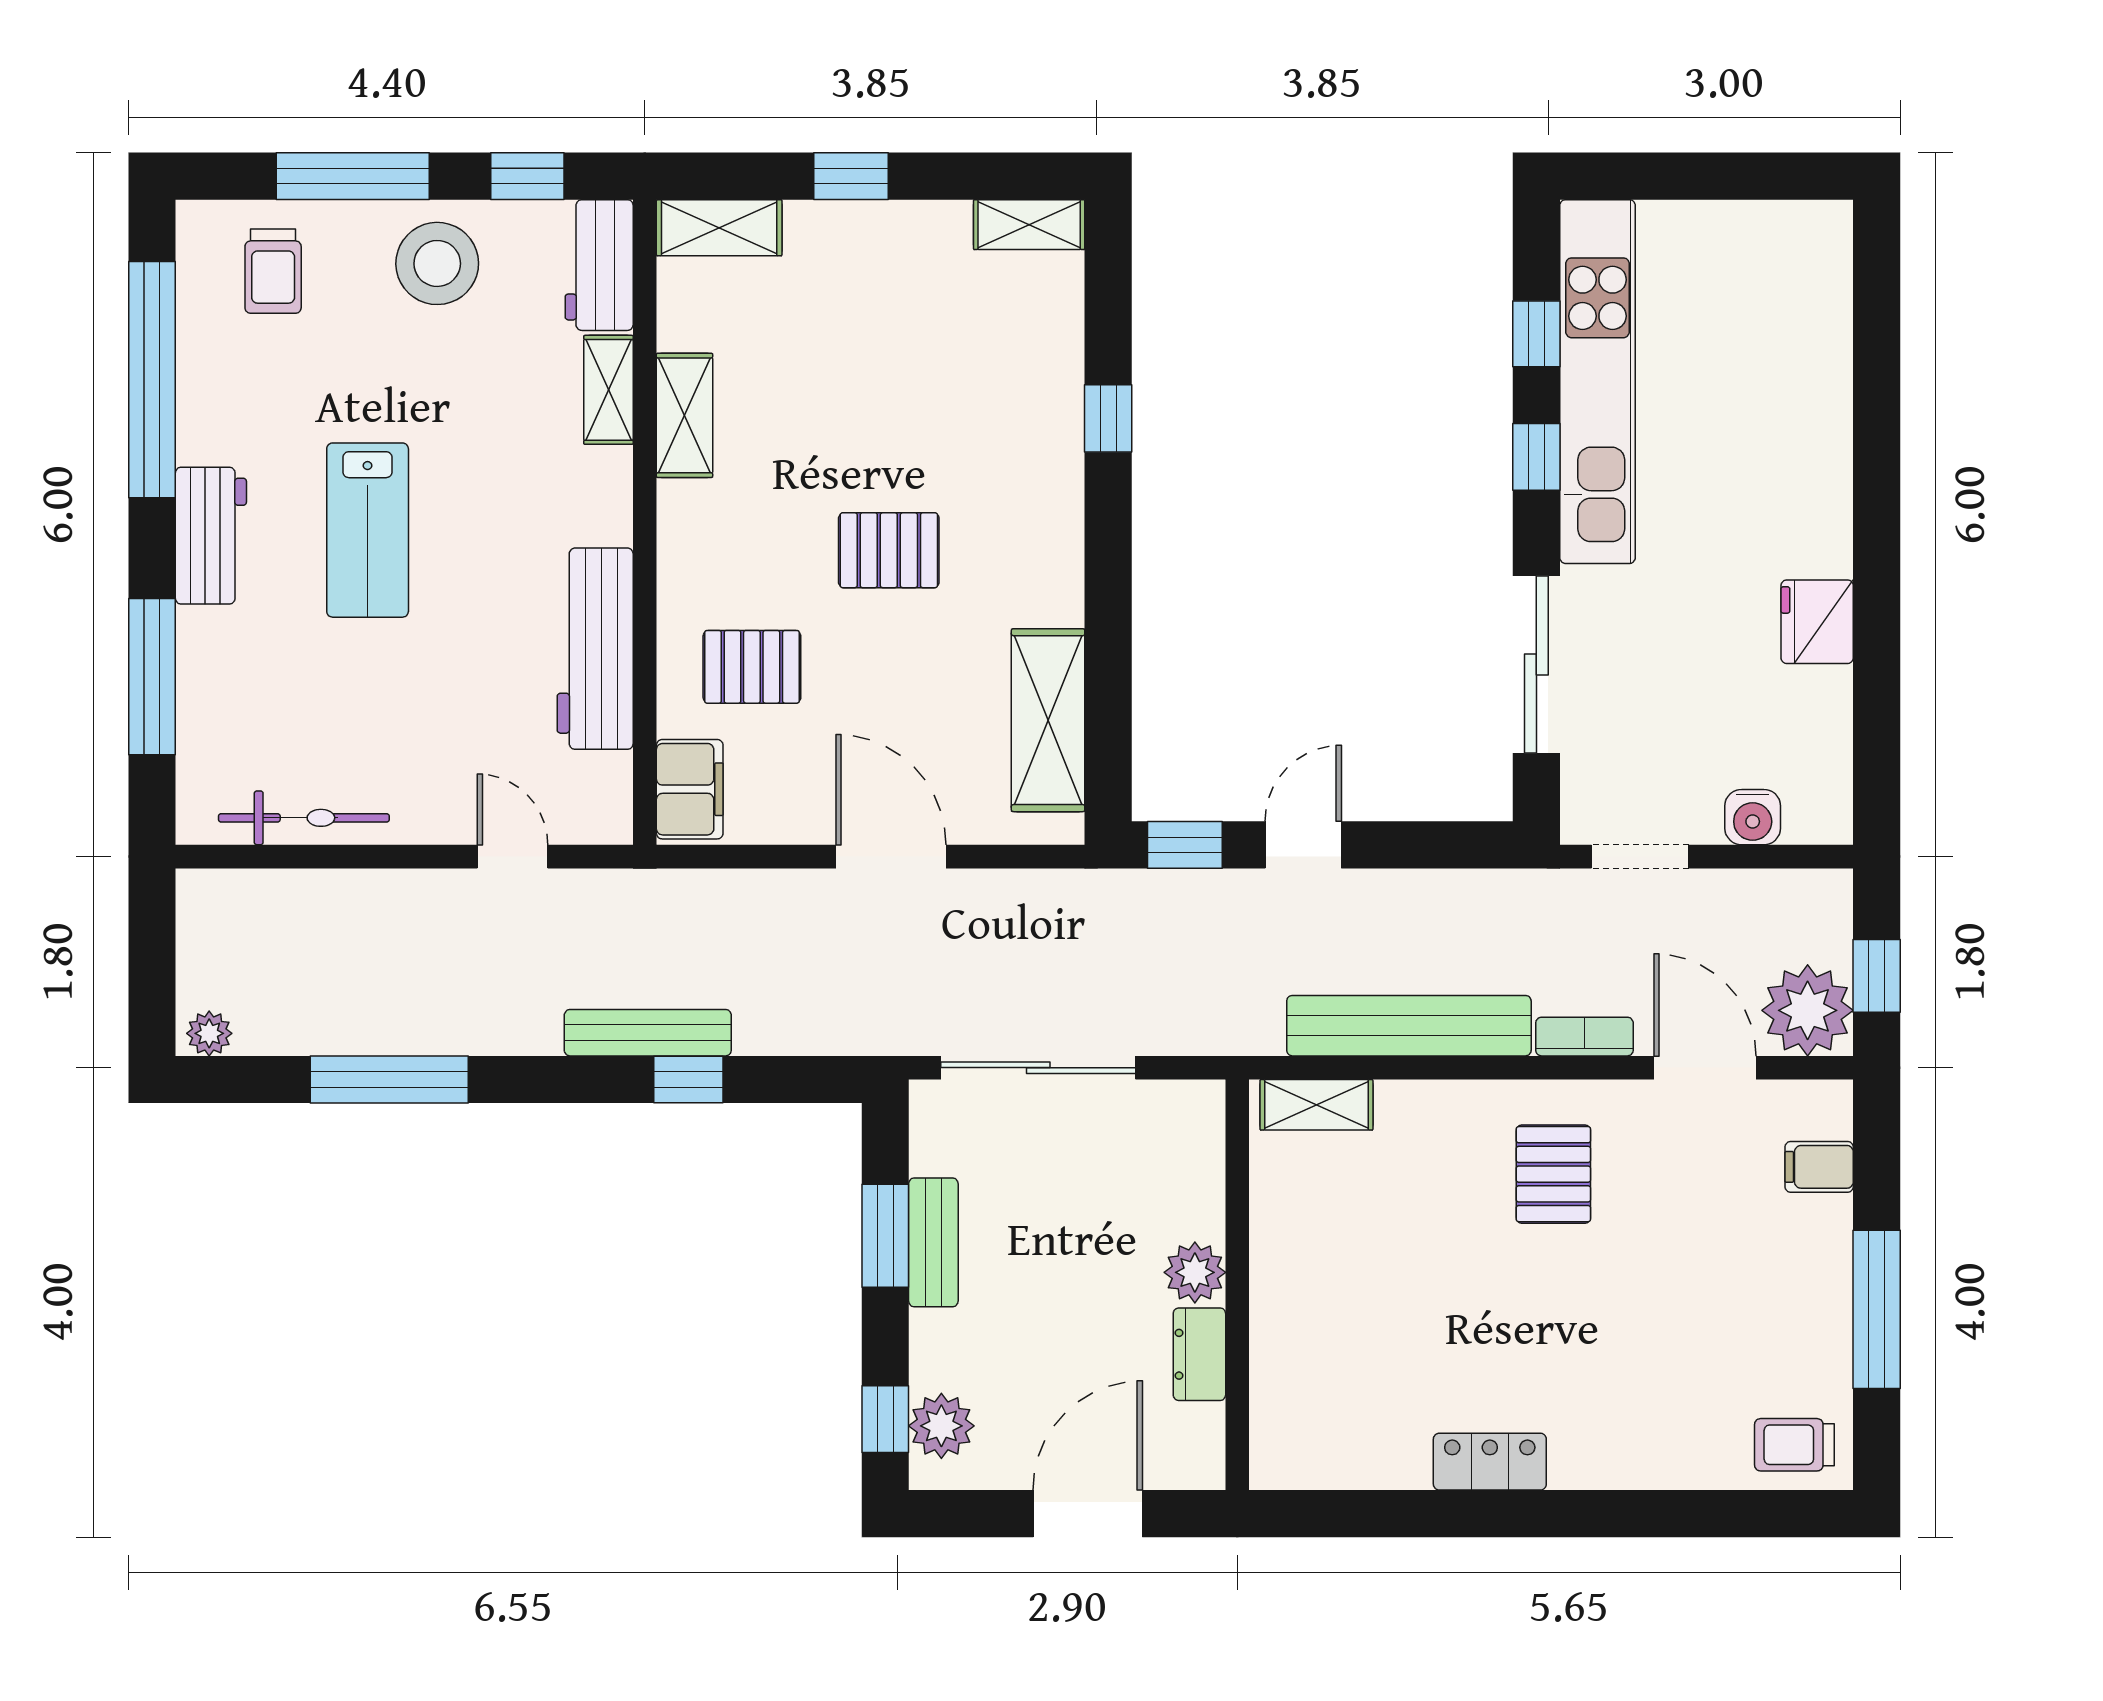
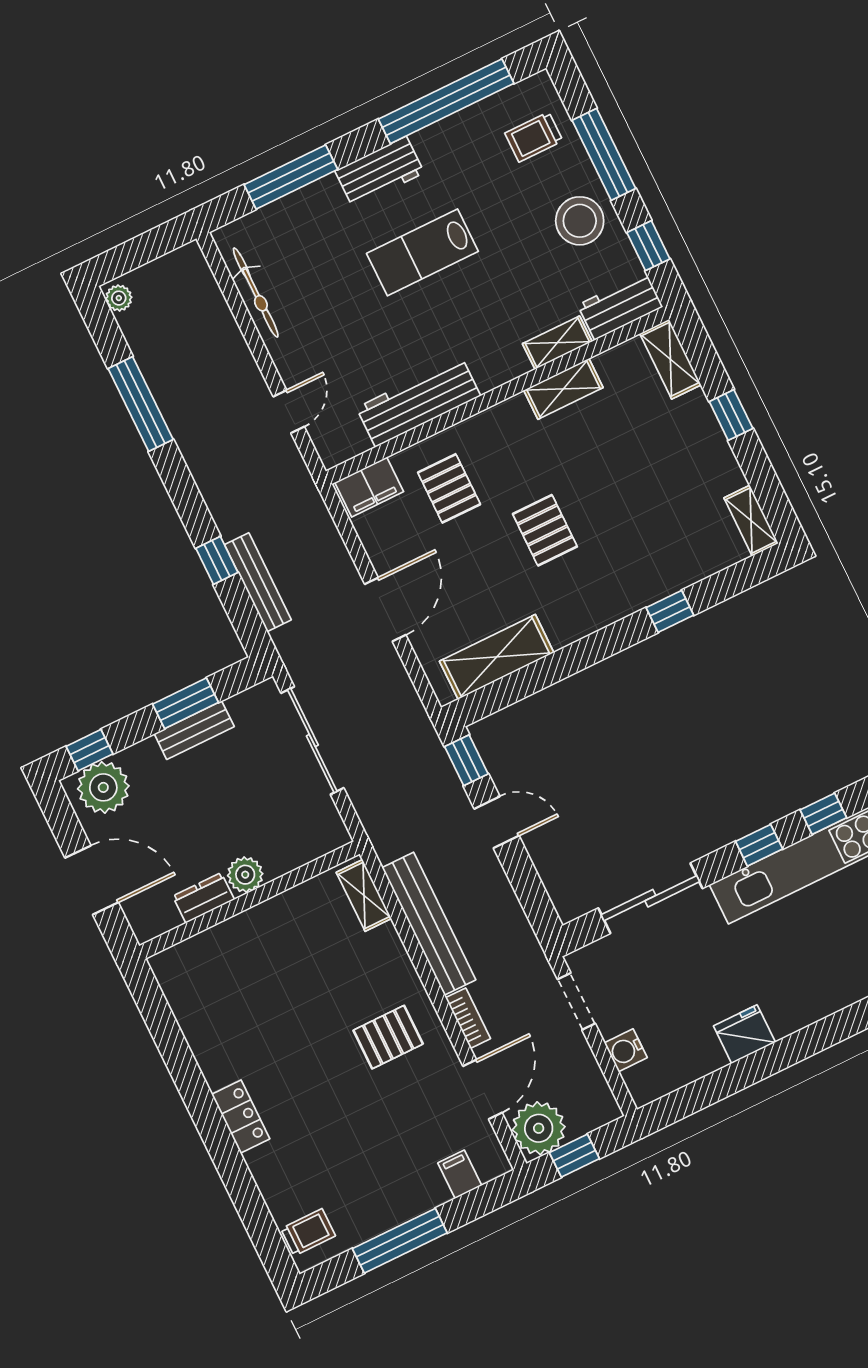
bench: (648, 1033) -> (258, 582), moved
plant: (941, 1426) -> (103, 787), width x1.36, depth x1.36
trolley: (1794, 1445) -> (308, 1232), turned 90
locker: (1490, 1462) -> (241, 1117), moved

